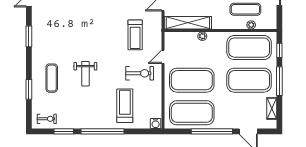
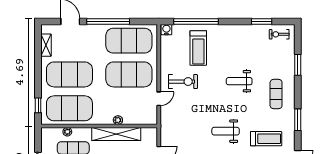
shelving: (188, 23) -> (116, 134), moved
weight bench: (99, 25) -> (226, 131), added
treadmill: (135, 35) -> (266, 139), moved, turned 90
exercise bike: (140, 73) -> (183, 82), turned 180
weight bench: (85, 74) -> (239, 81), turned -90
exercise mat: (52, 78) -> (276, 94), moved
window: (279, 81) -> (38, 73), removed
window: (102, 131) -> (196, 21), moved

